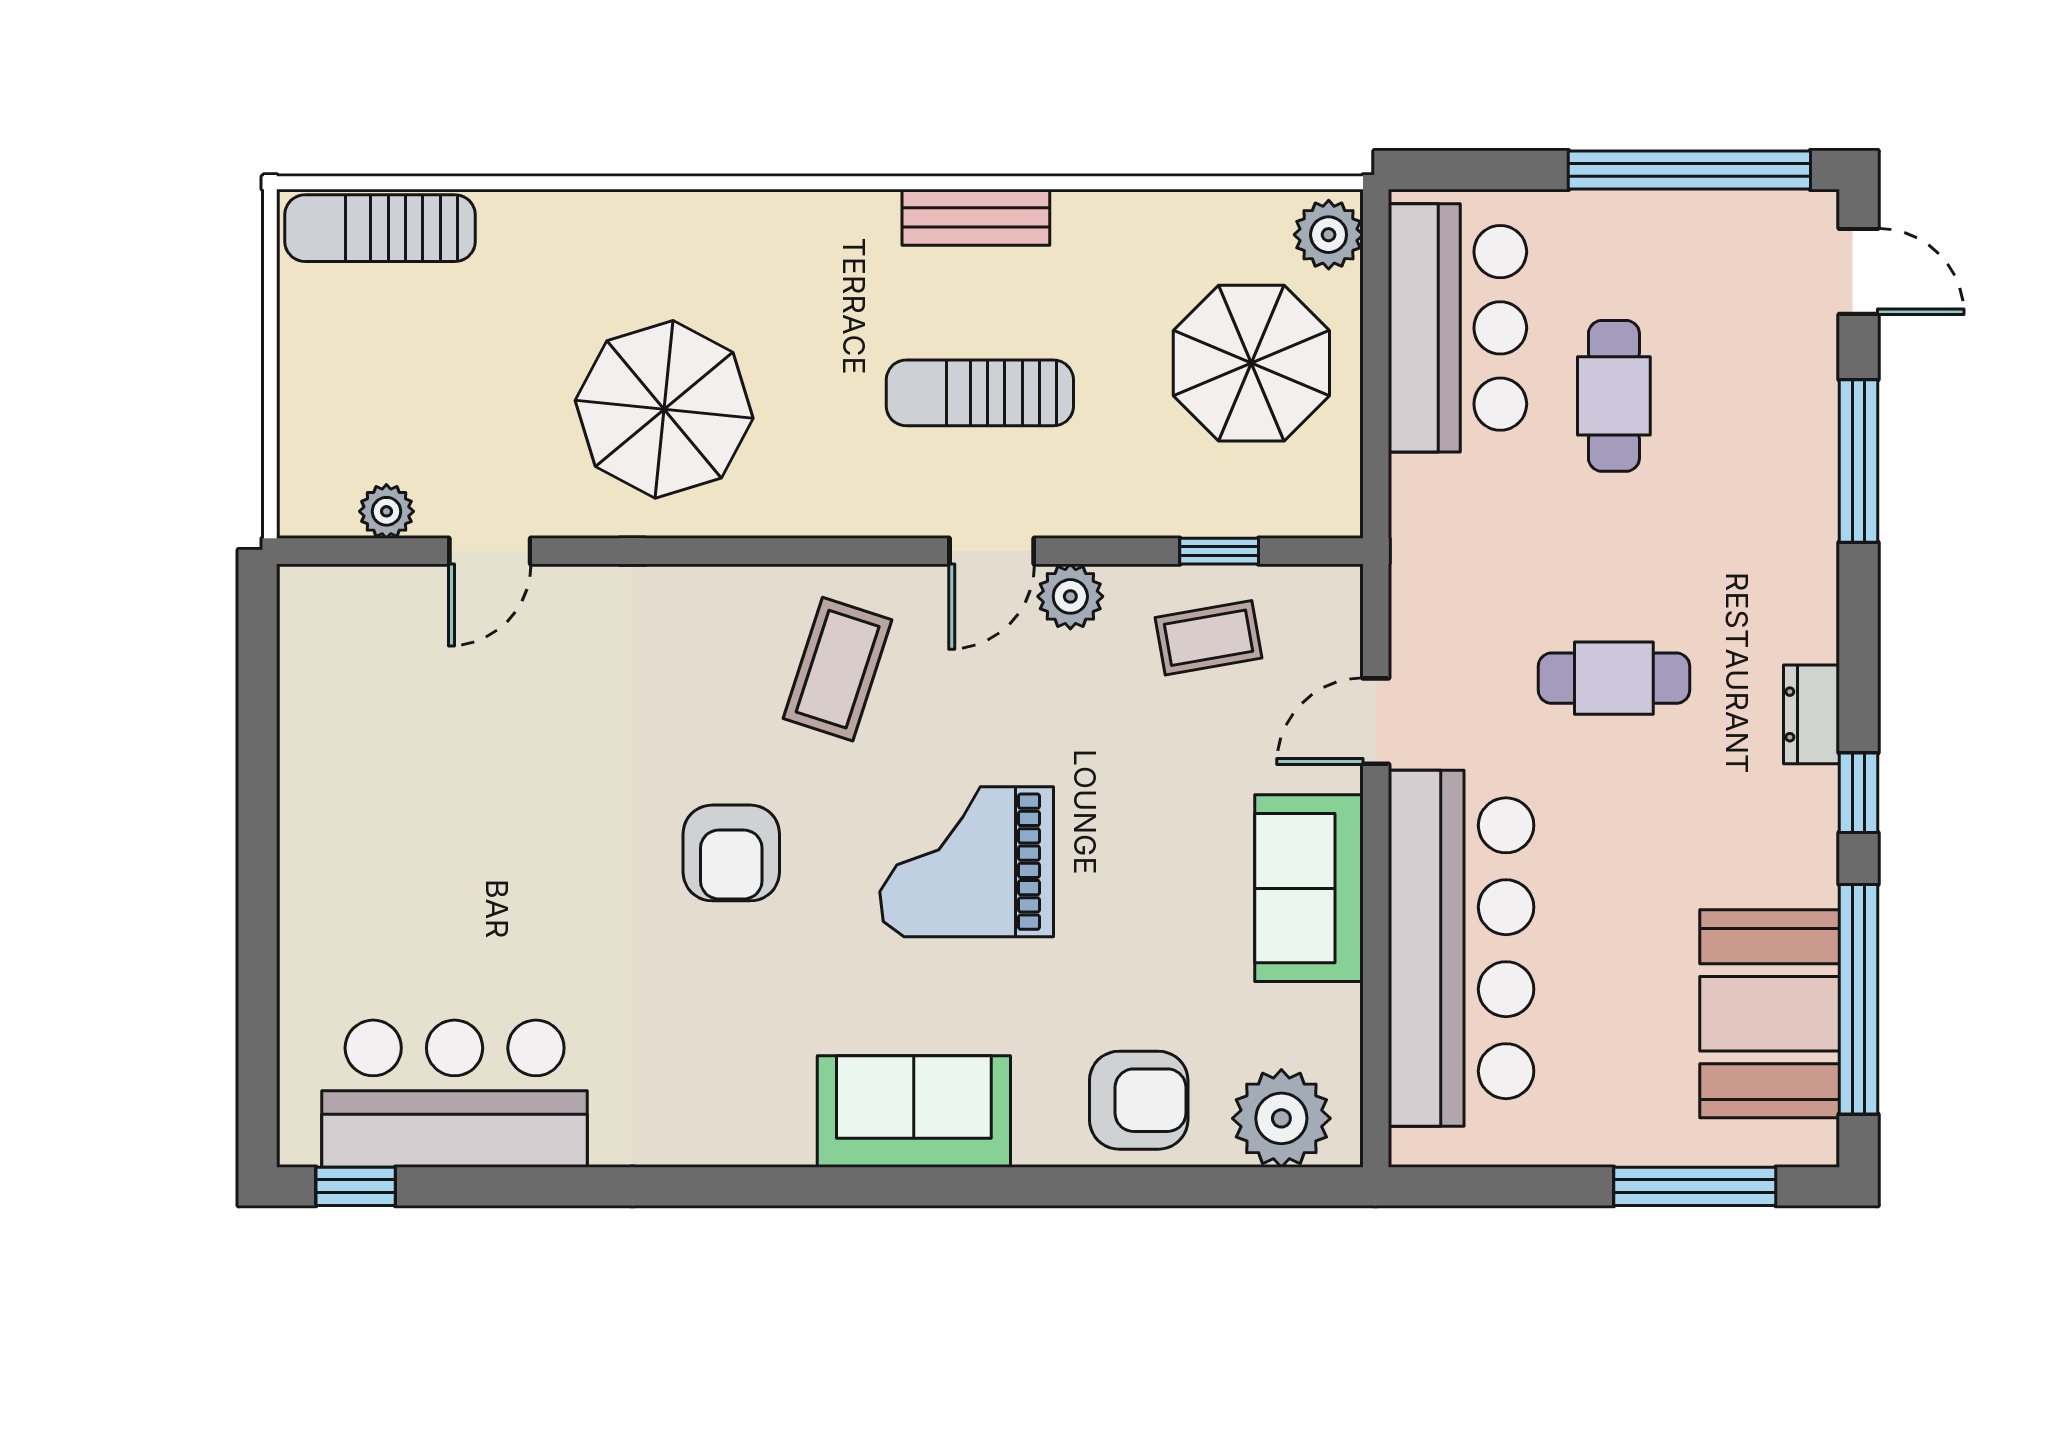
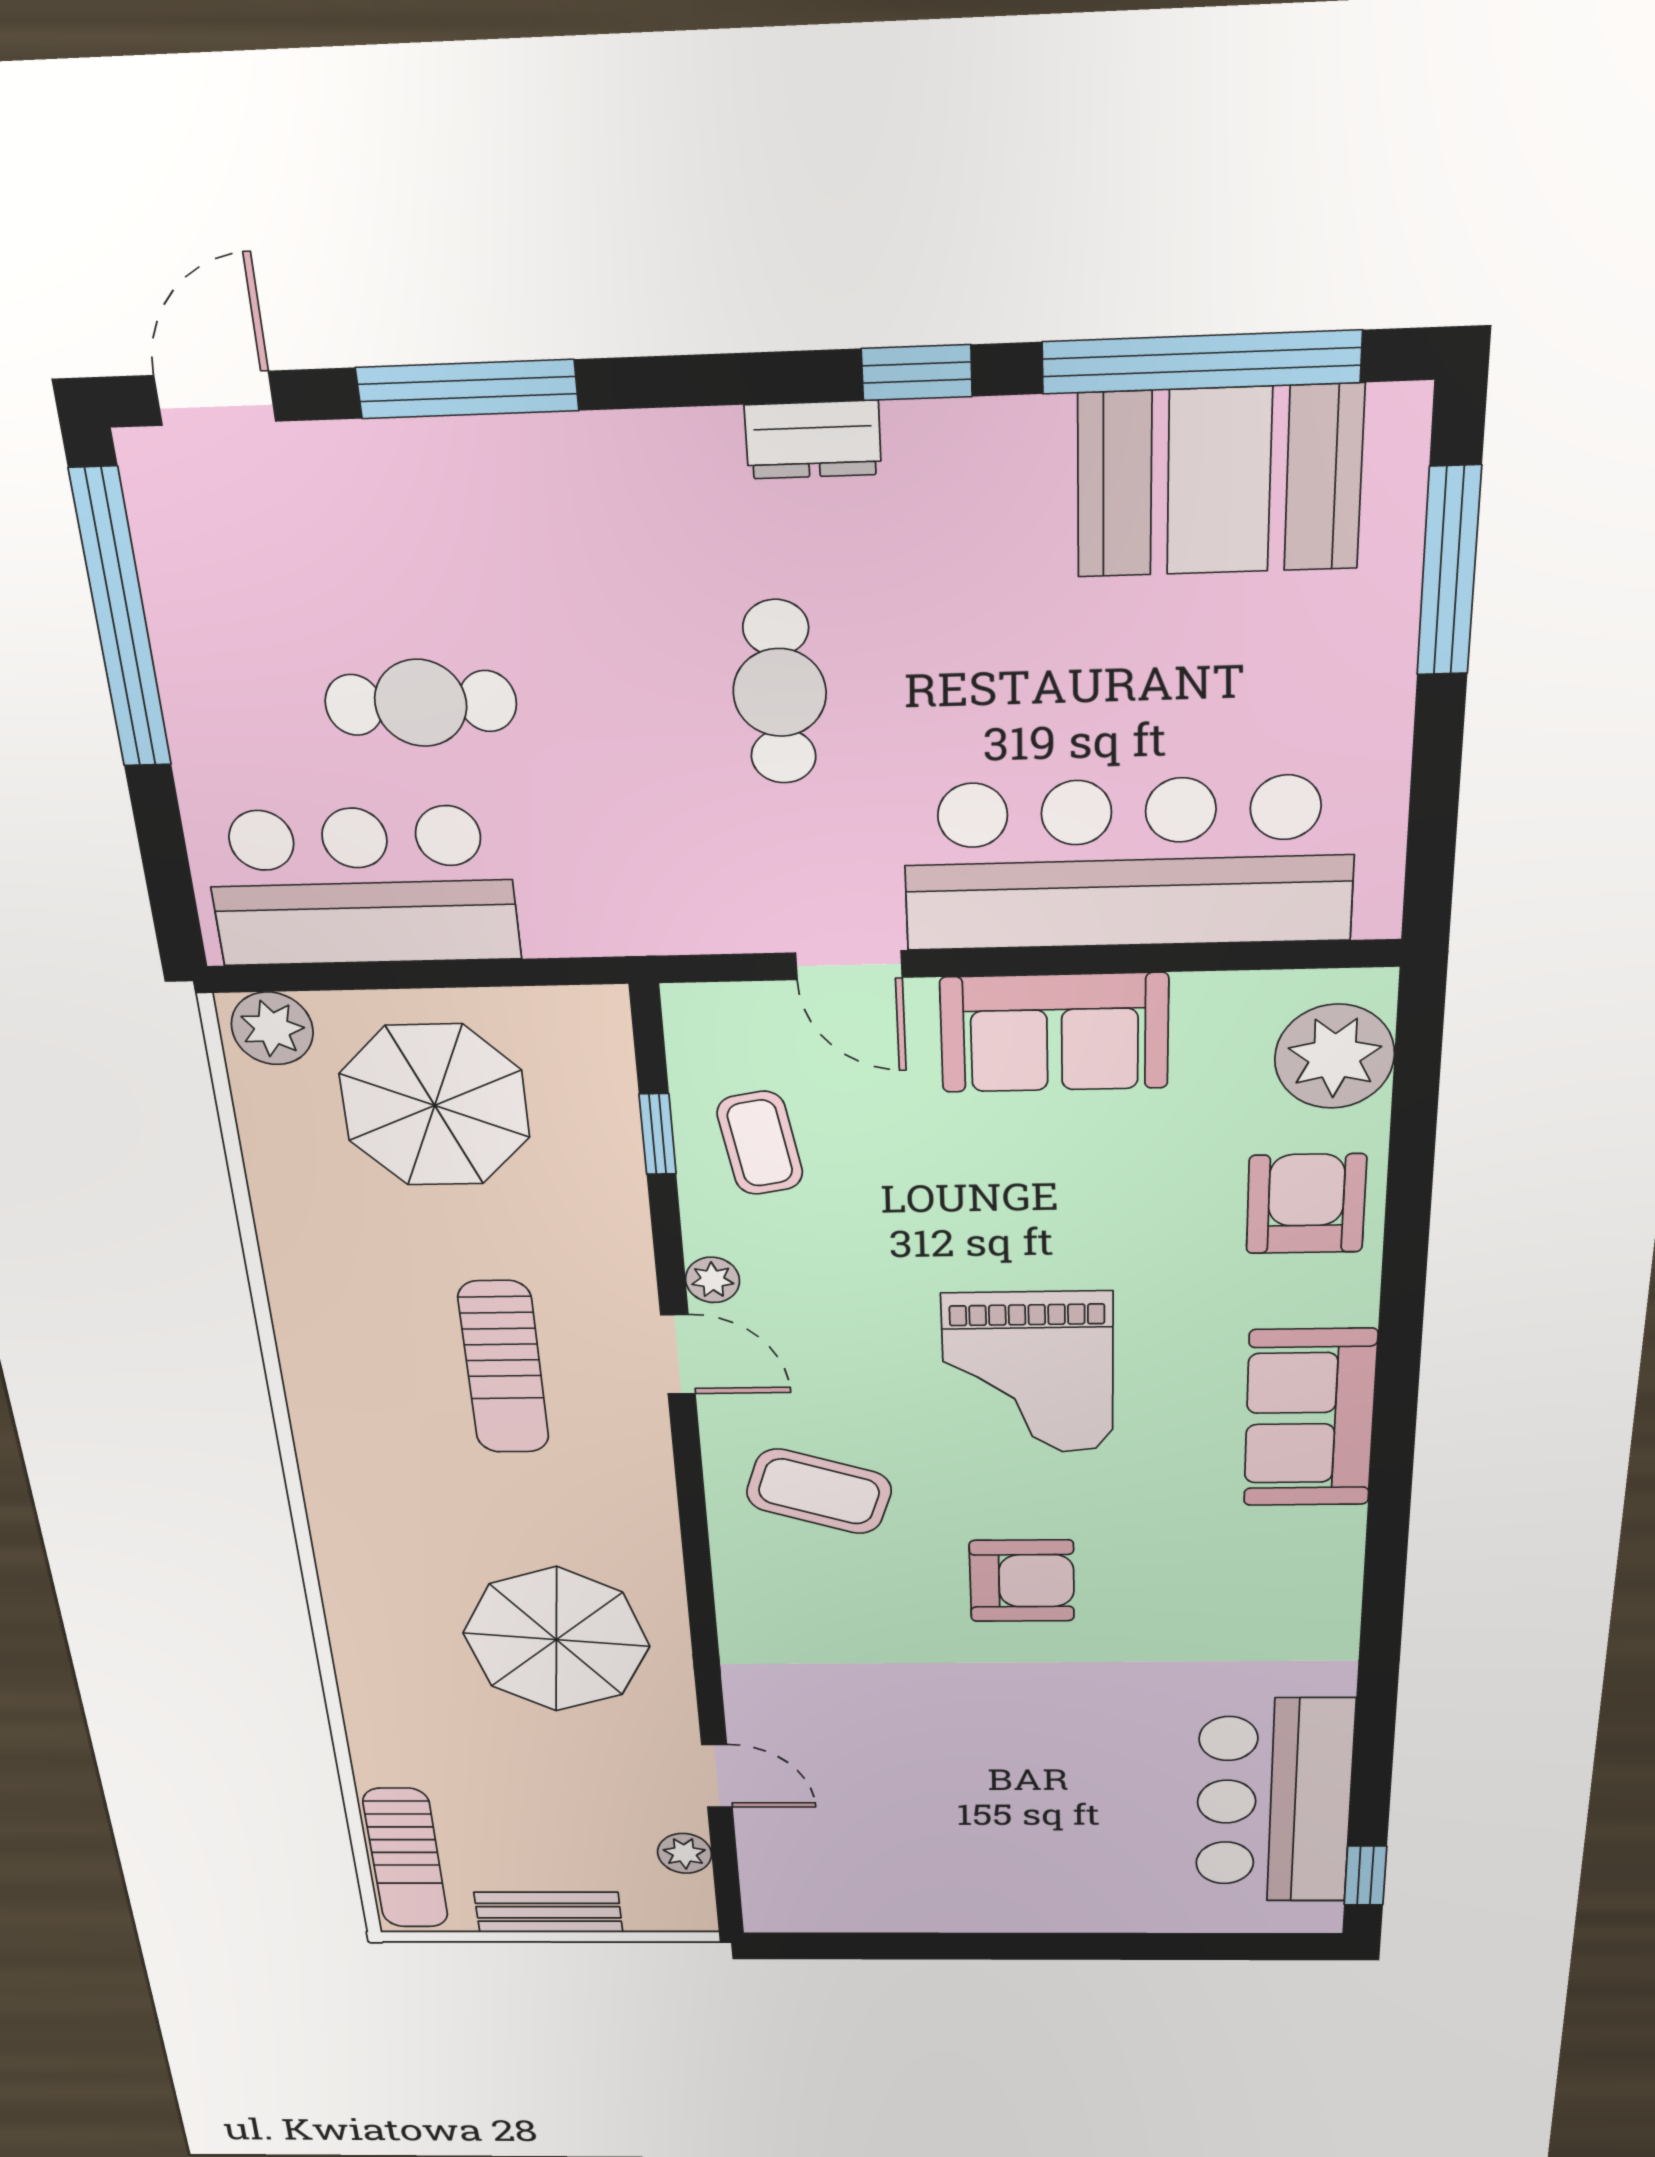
bench: (976, 217) -> (548, 1912), moved, turned 90
plant: (1070, 596) -> (712, 1280), width x0.73, depth x0.73

